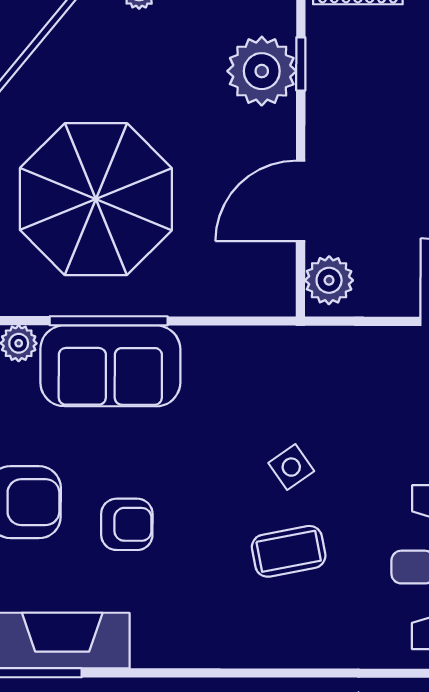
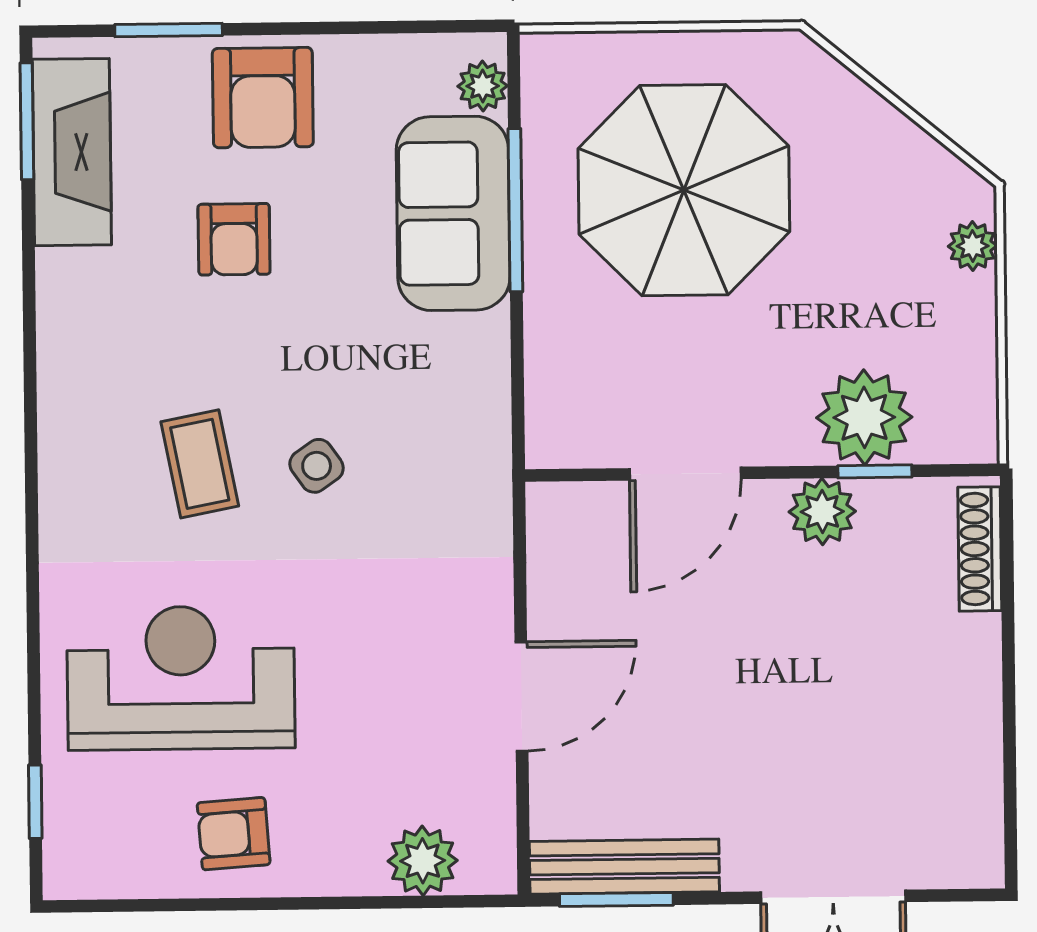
door: (301, 201) -> (685, 474), swing flipped
plant: (329, 280) -> (822, 512), moved

